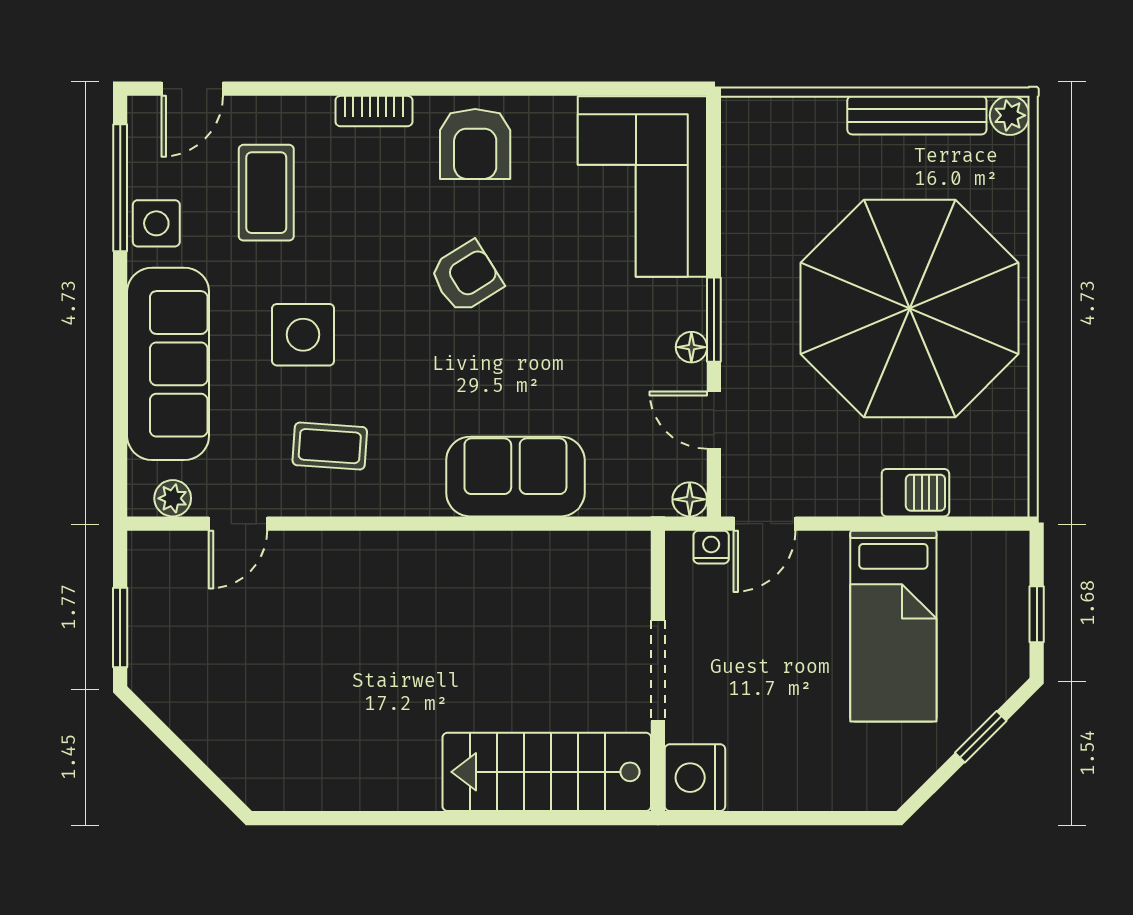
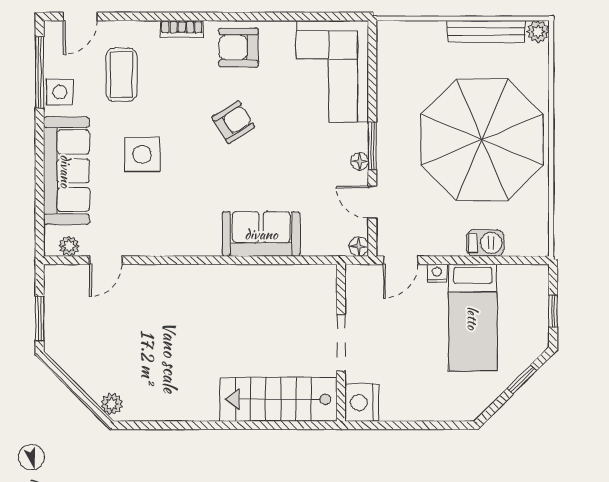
armchair: (475, 144) -> (239, 48), turned 90
coffee table: (330, 446) -> (157, 217), removed
nightstand: (711, 547) -> (437, 273), moved
plant: (249, 781) -> (112, 404), added

